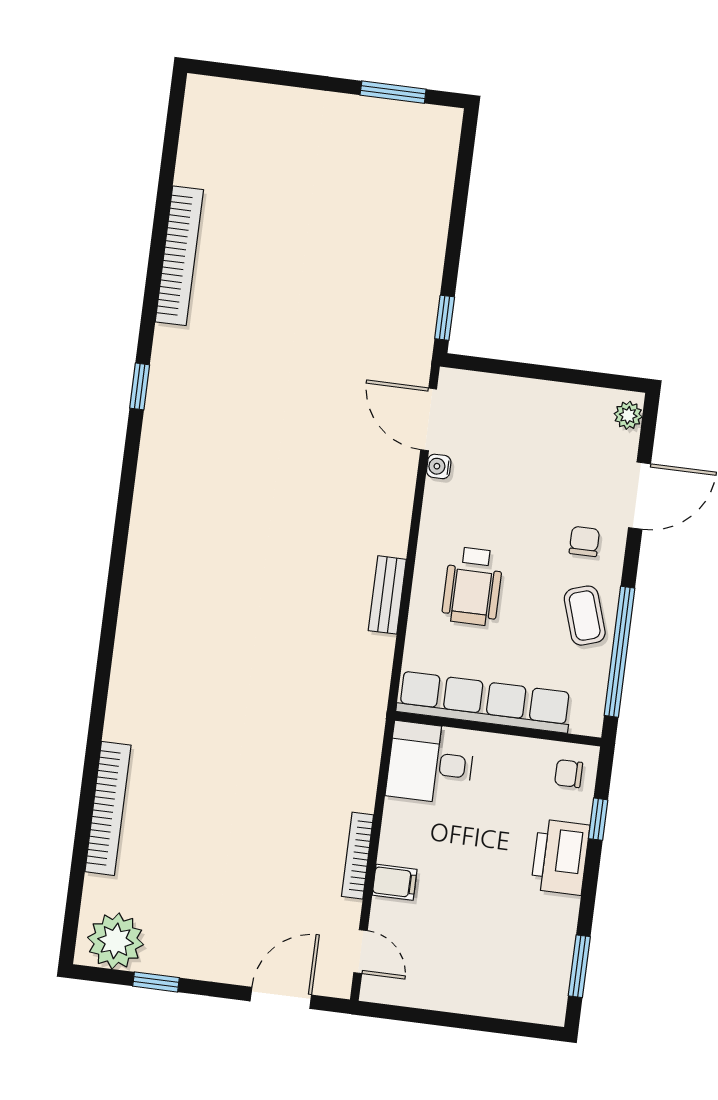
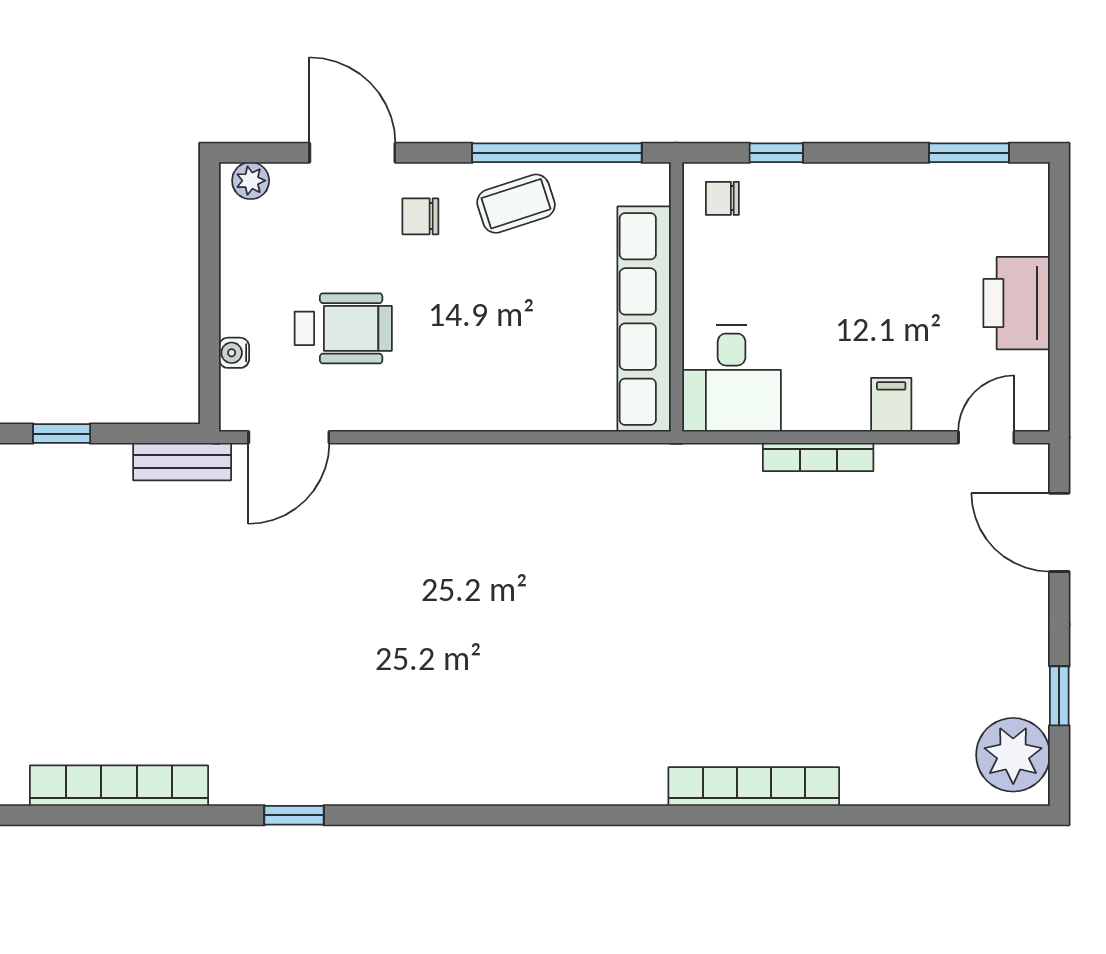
window: (445, 318) -> (62, 434), moved
water cooler: (439, 466) -> (234, 353), moved, turned 90
wheelchair: (473, 586) -> (343, 328), moved
bench: (387, 595) -> (182, 462), moved
chair: (569, 774) -> (722, 198), turned 90
bookcase: (108, 808) -> (754, 787), moved
bookcase: (357, 856) -> (818, 457), moved
printer: (560, 857) -> (1017, 303), moved, turned 90

